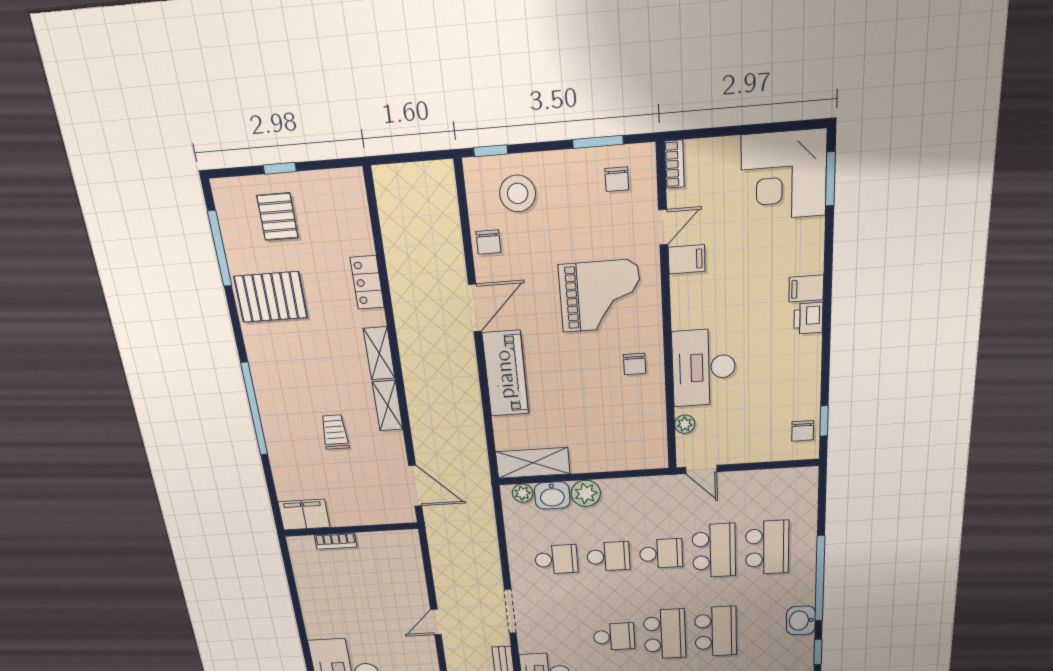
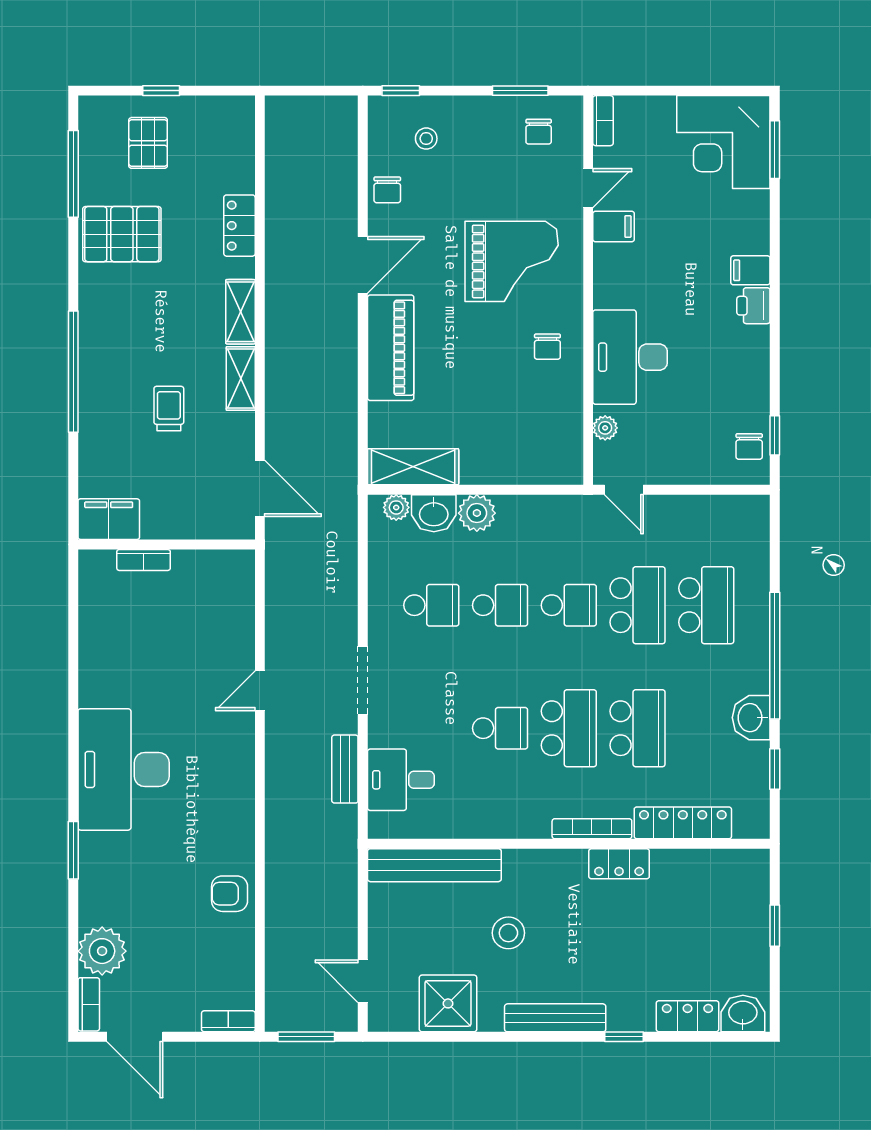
stool: (518, 193) -> (426, 139), width x0.53, depth x0.53

